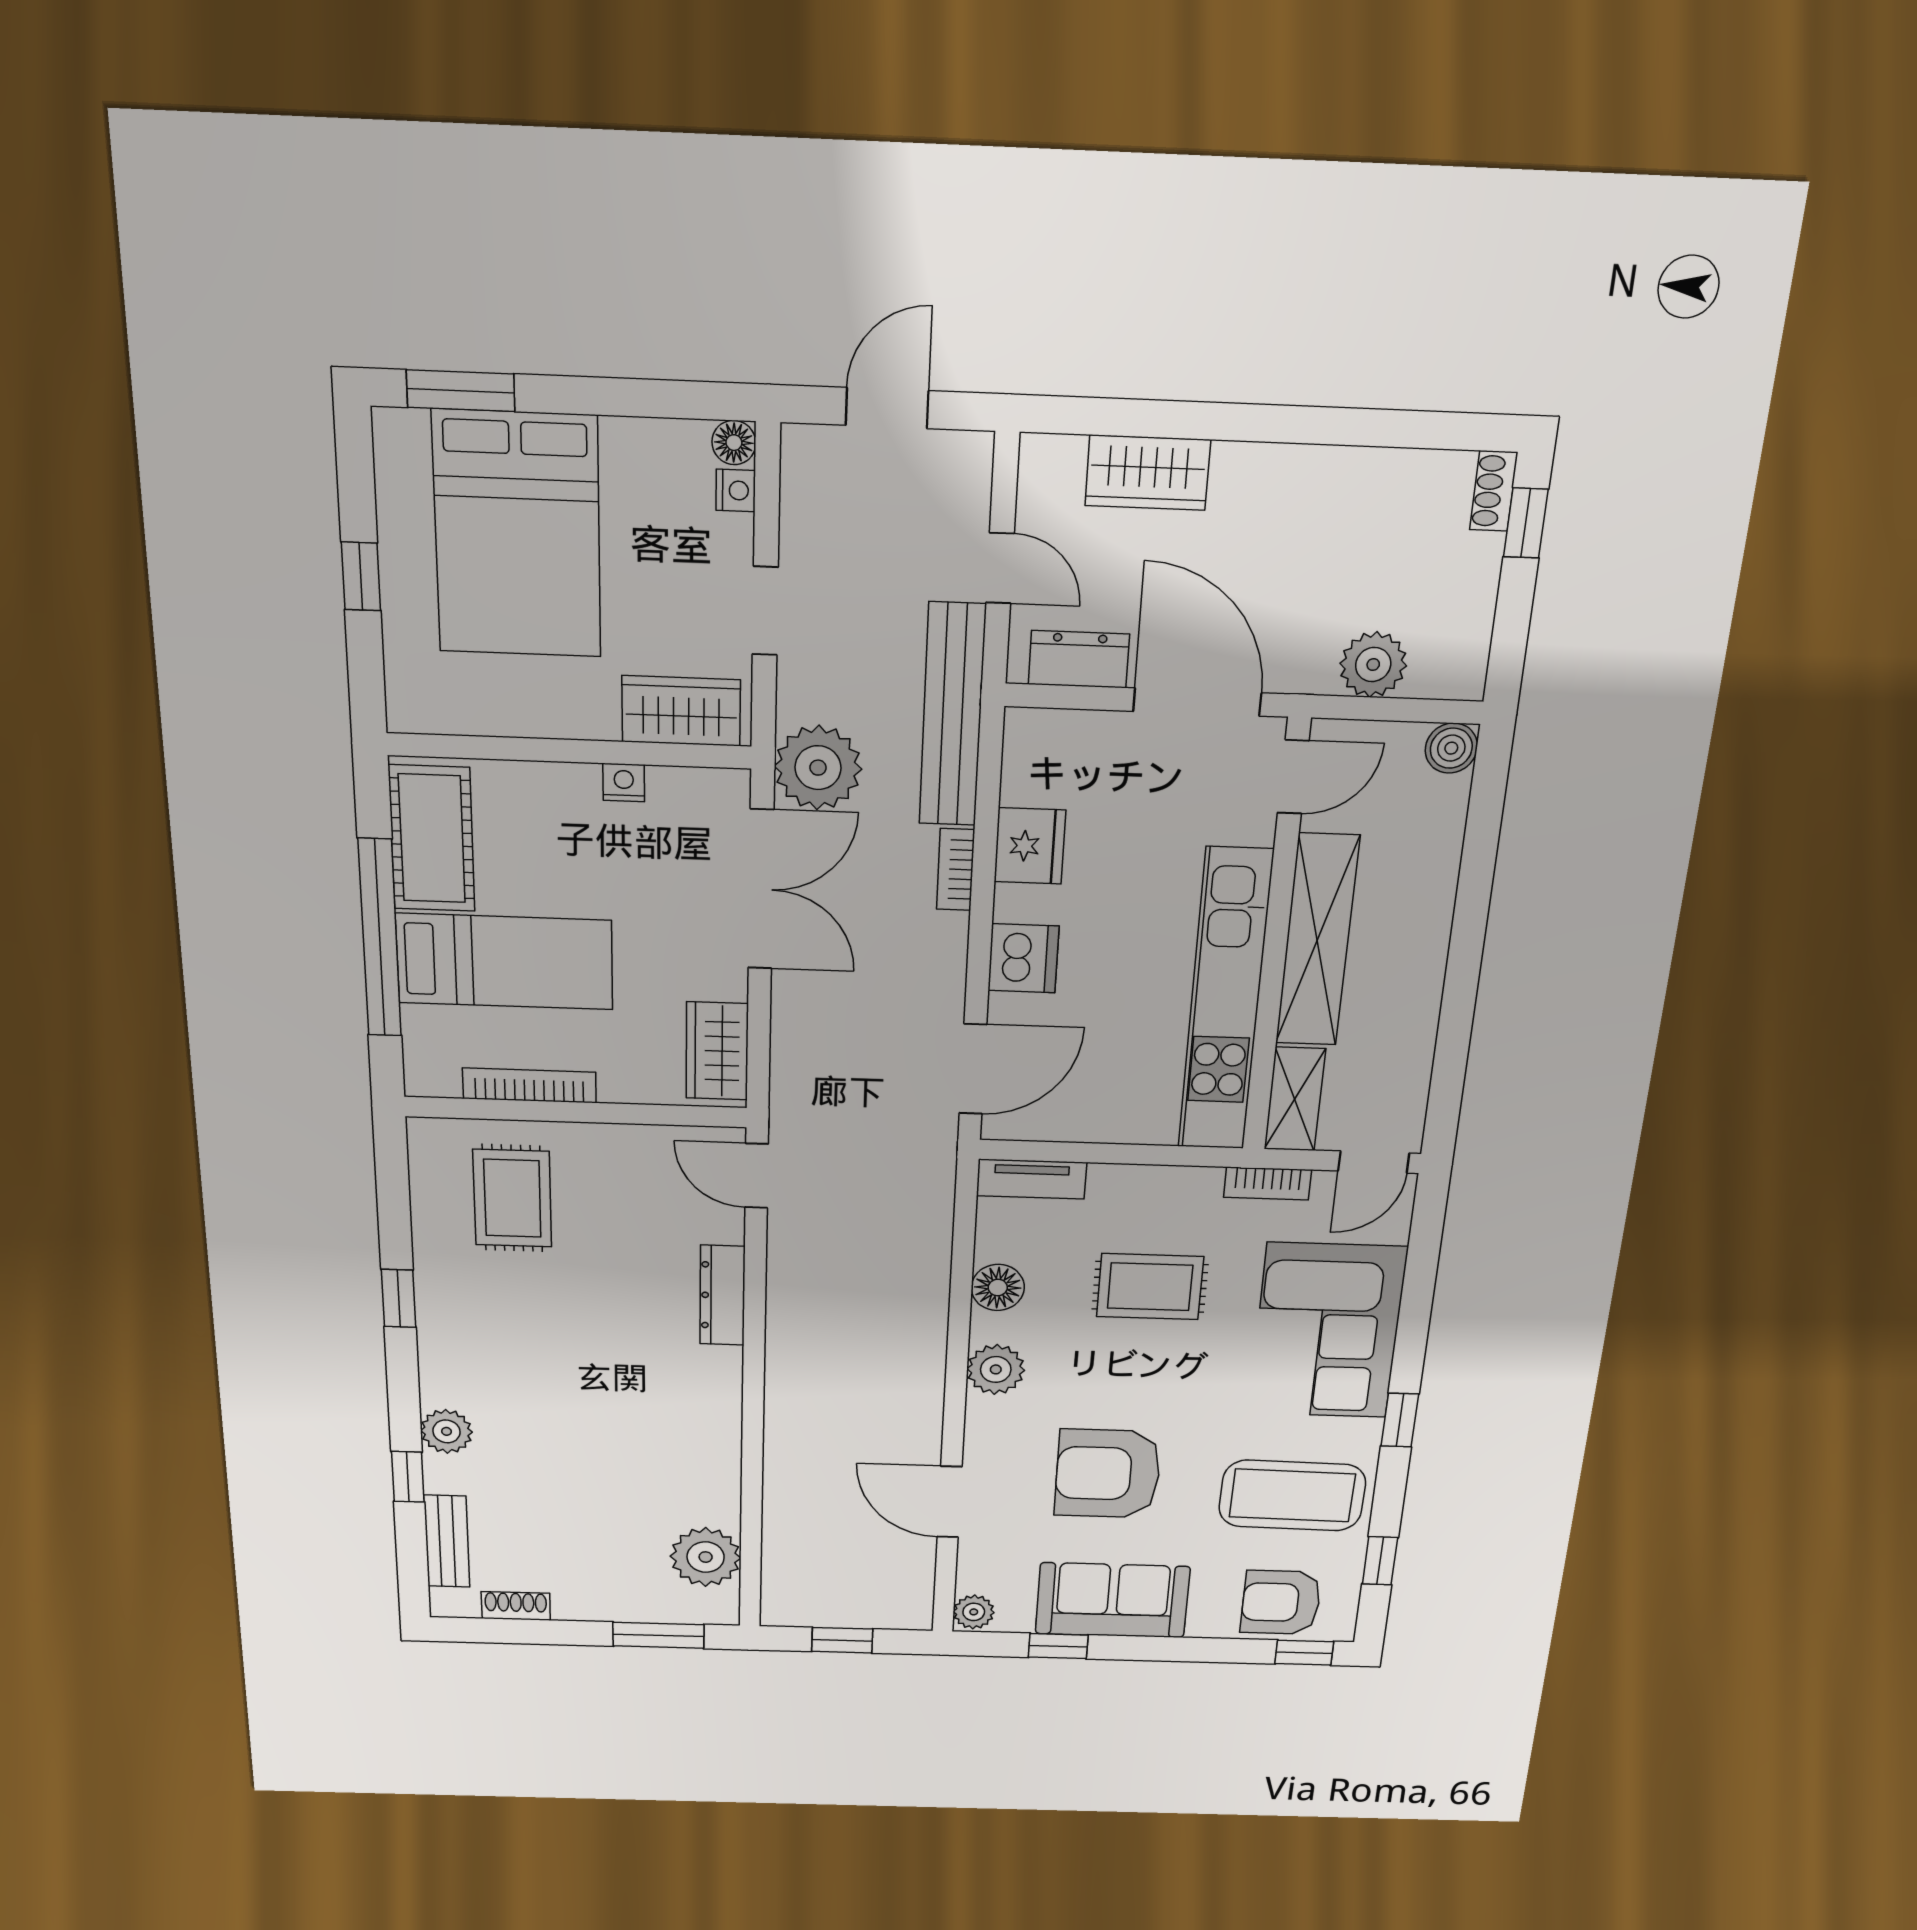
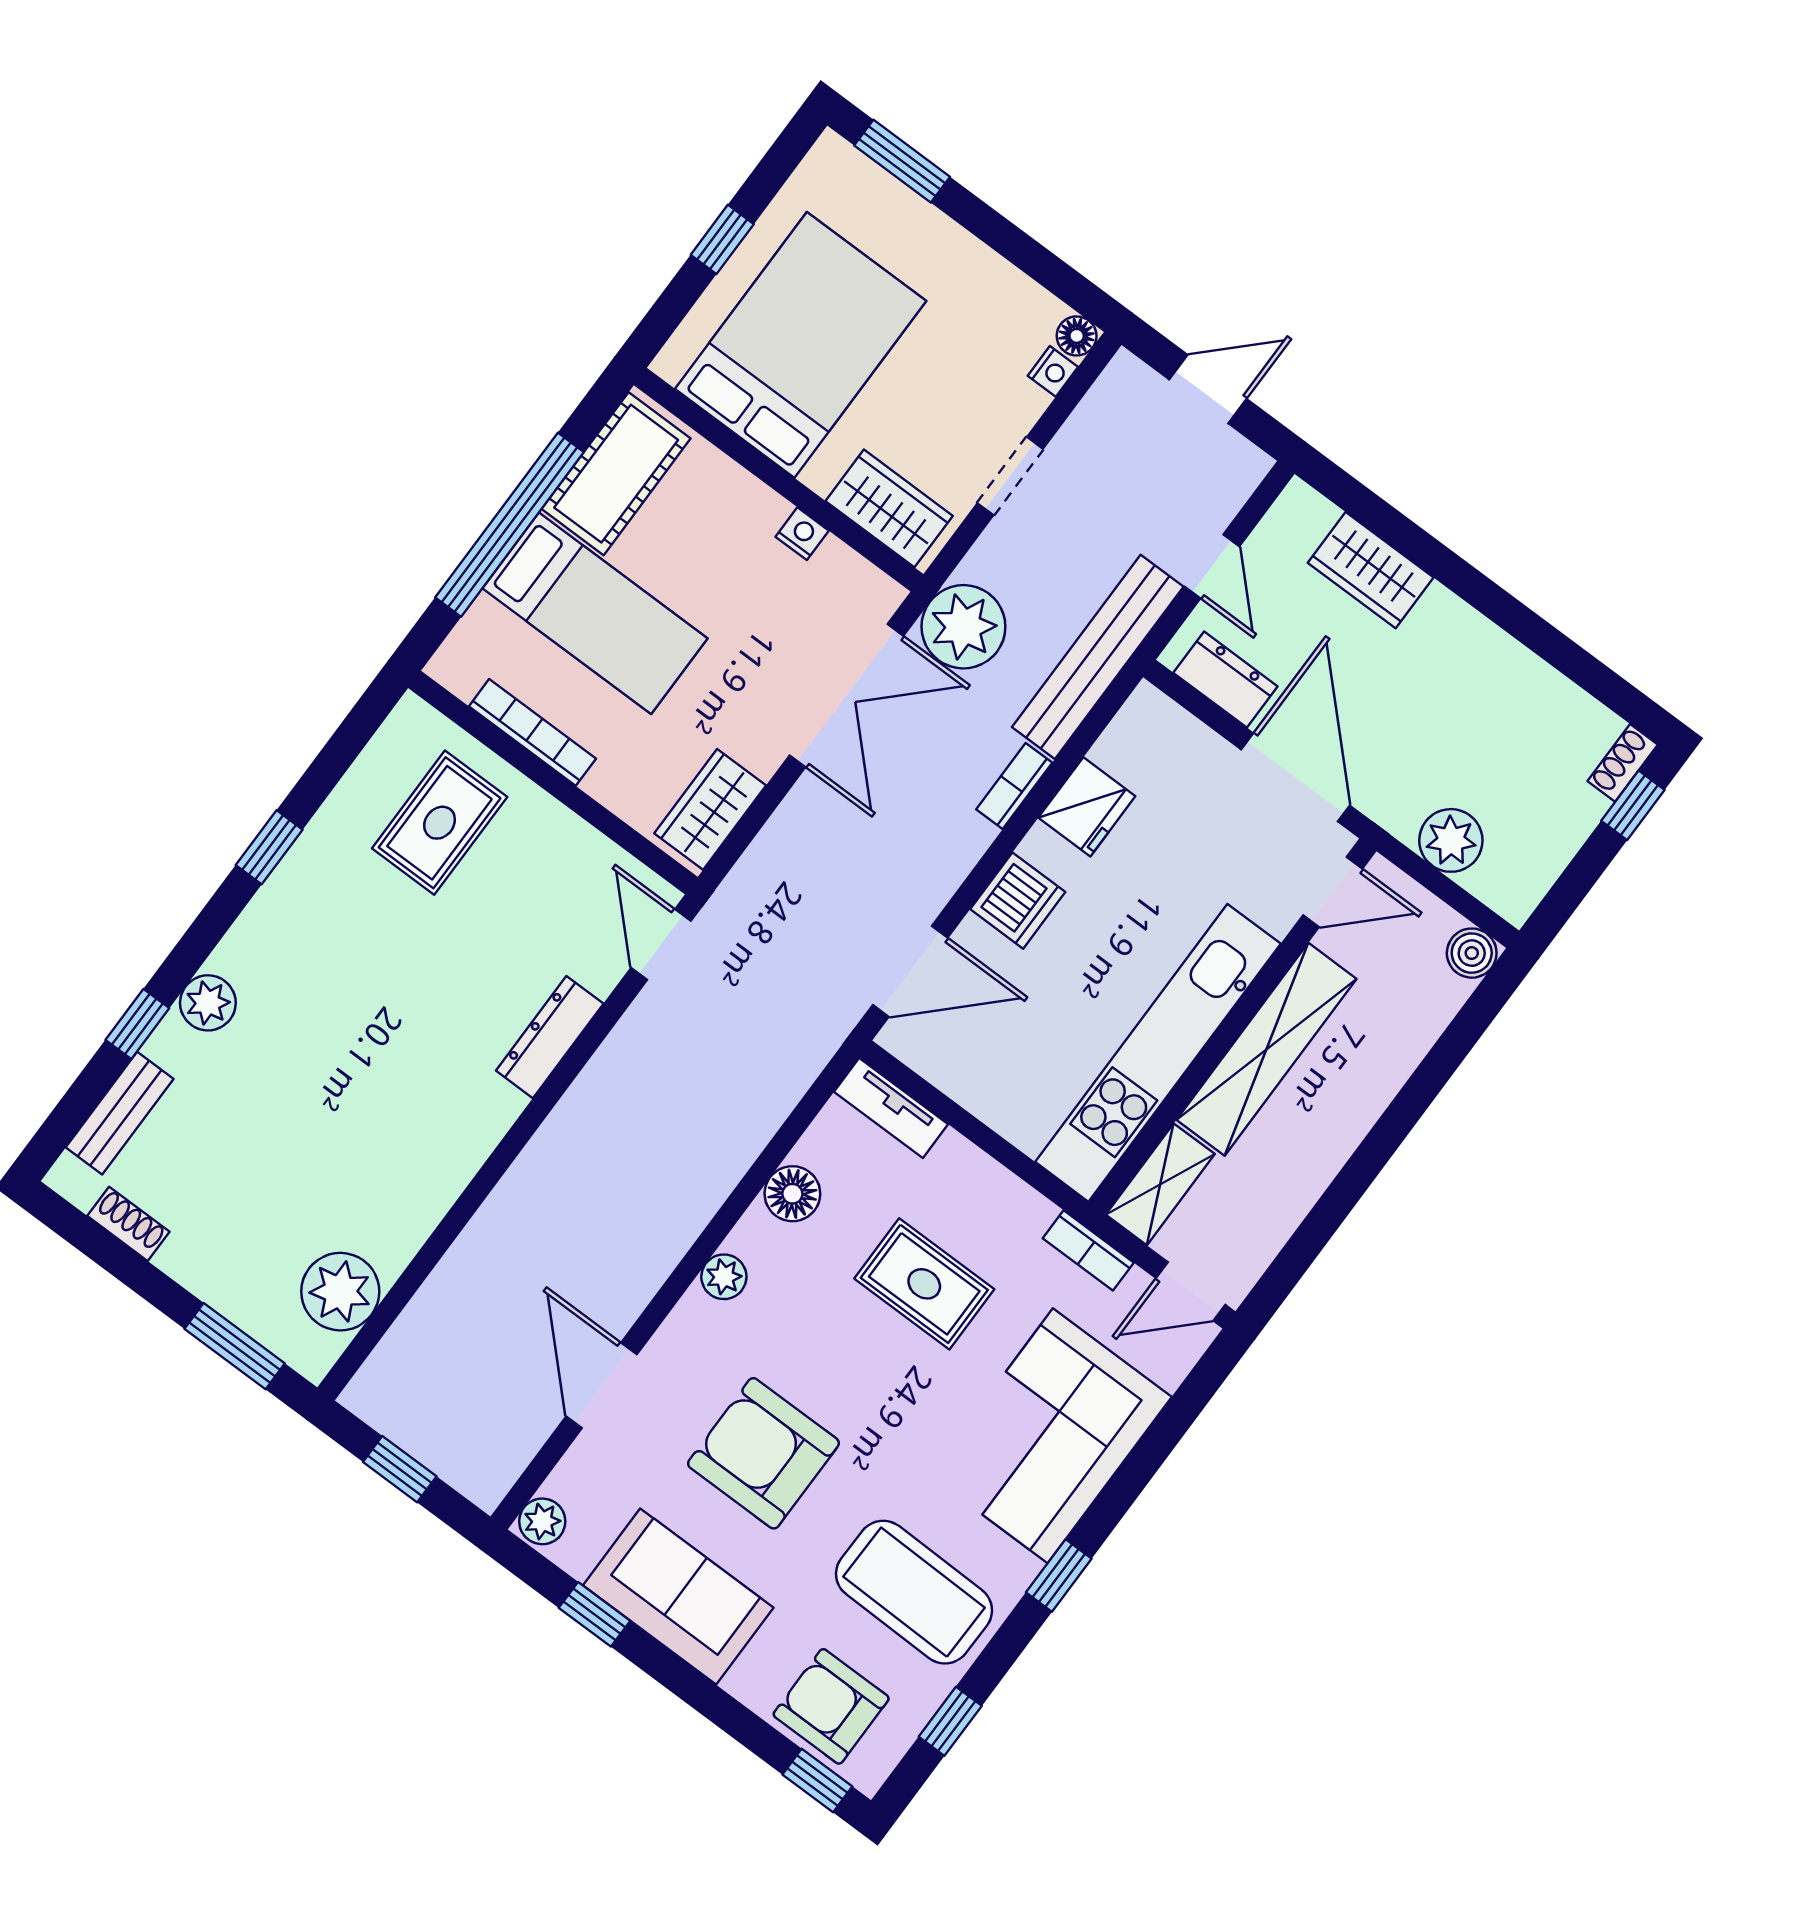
bed: (517, 535) -> (801, 345), moved, turned 180
plant: (996, 1369) -> (724, 1277), width x0.73, depth x0.73

